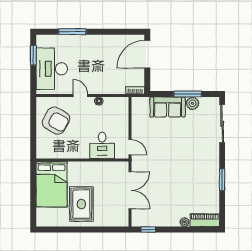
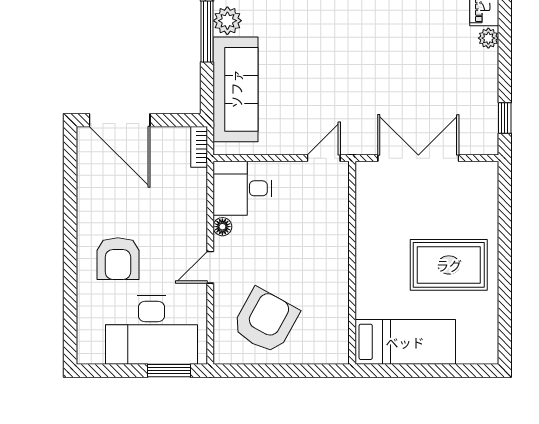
window: (72, 32) -> (70, 285), removed
armchair: (84, 53) -> (118, 259), added
window: (33, 55) -> (169, 371), moved
sofa: (168, 107) -> (236, 89), width x1.36
desk: (102, 145) -> (243, 188), moved, turned 180
bed: (52, 184) -> (405, 342), width x0.67

